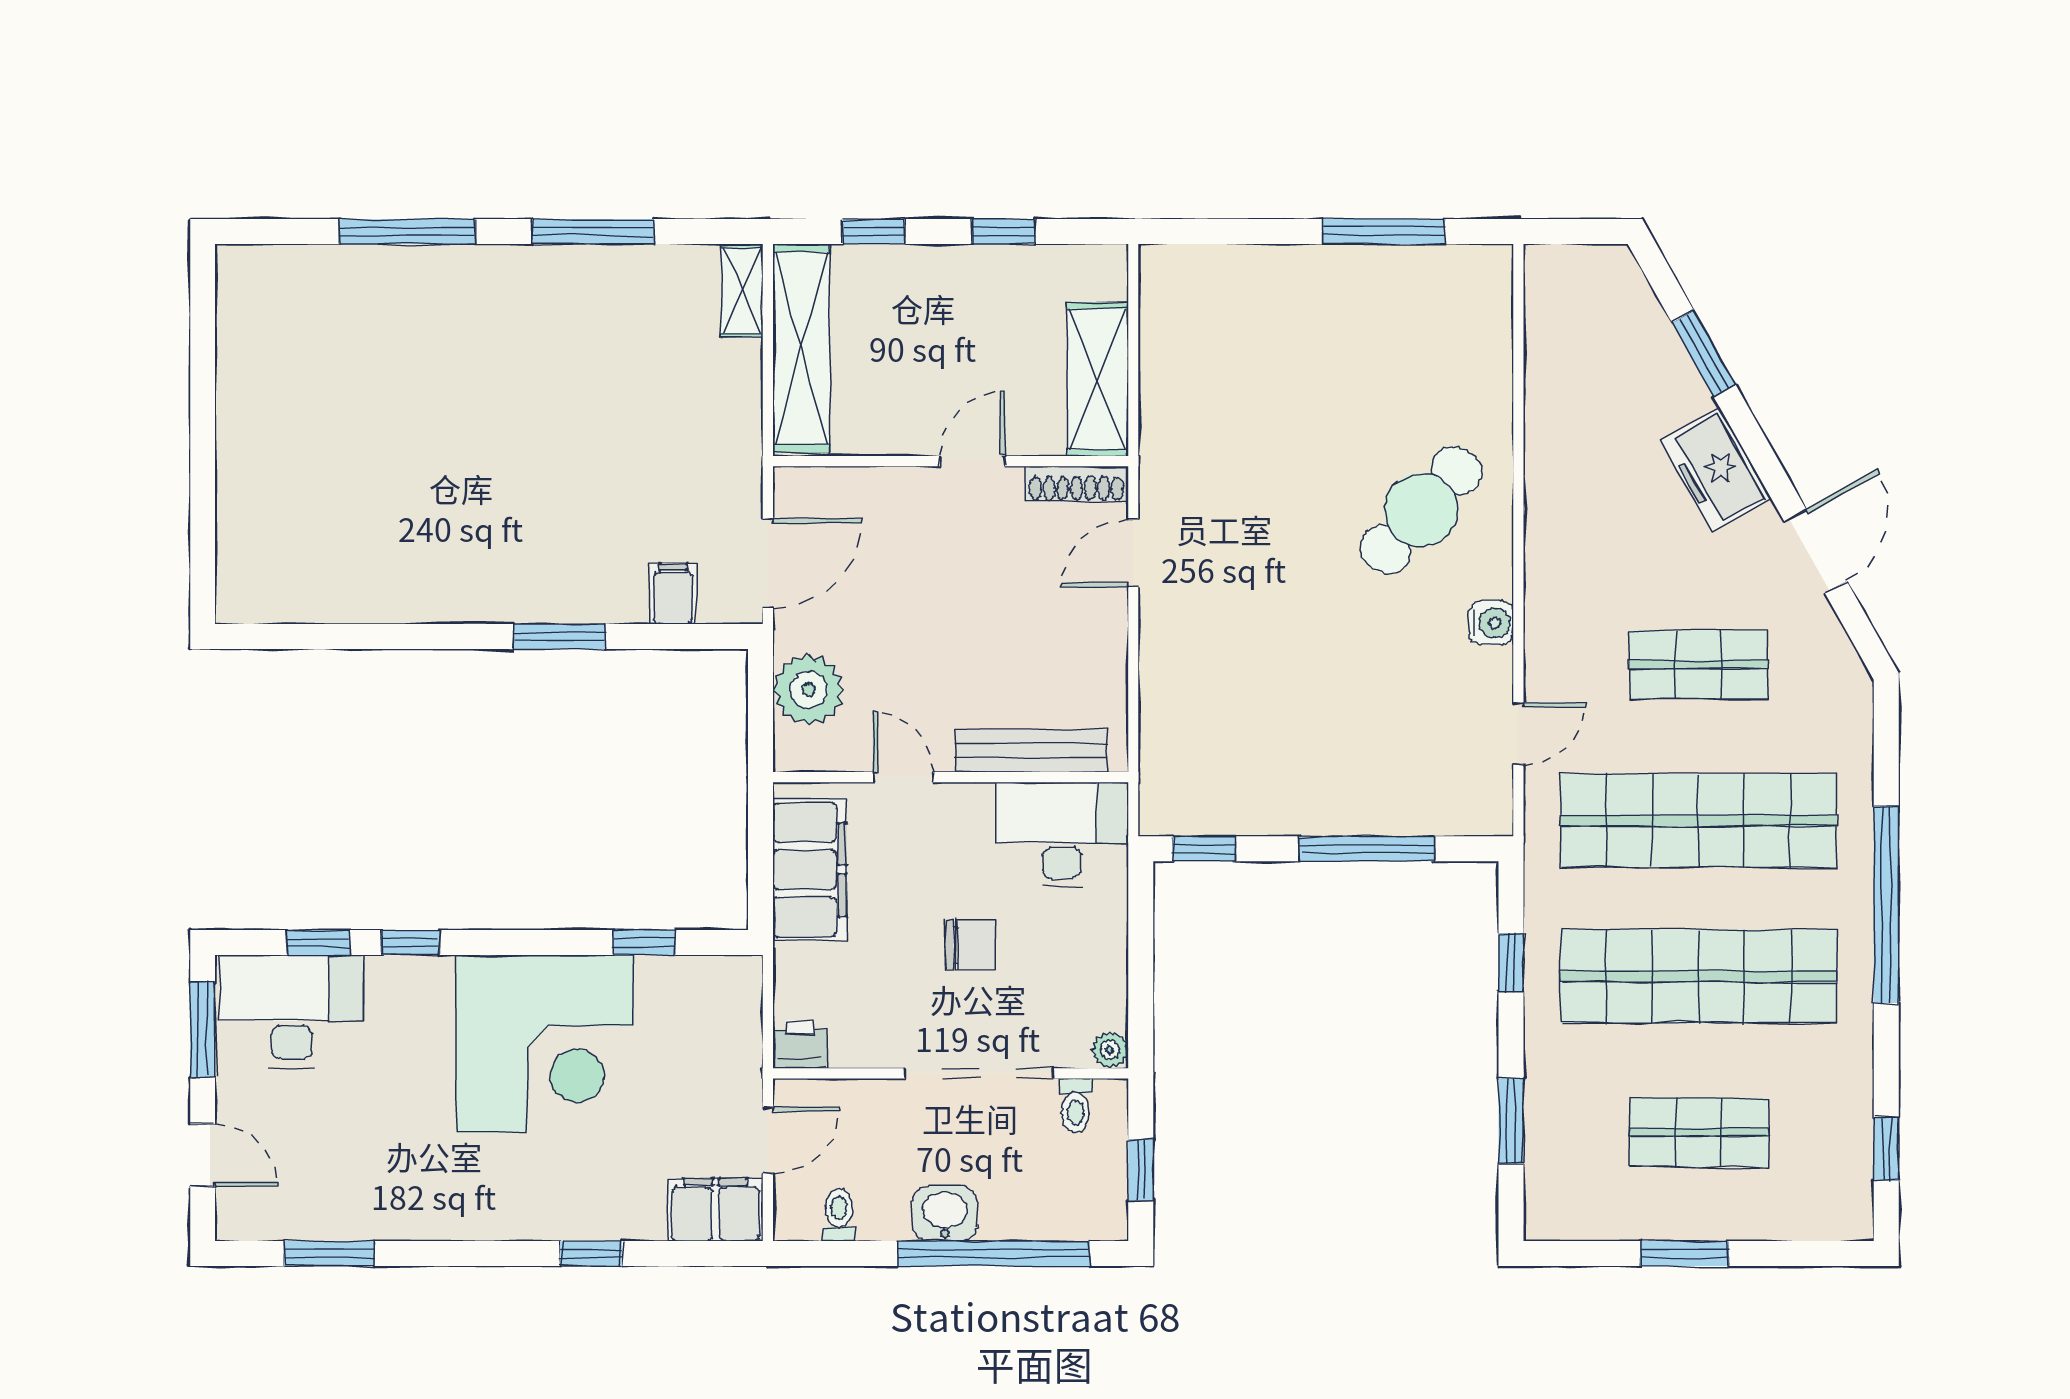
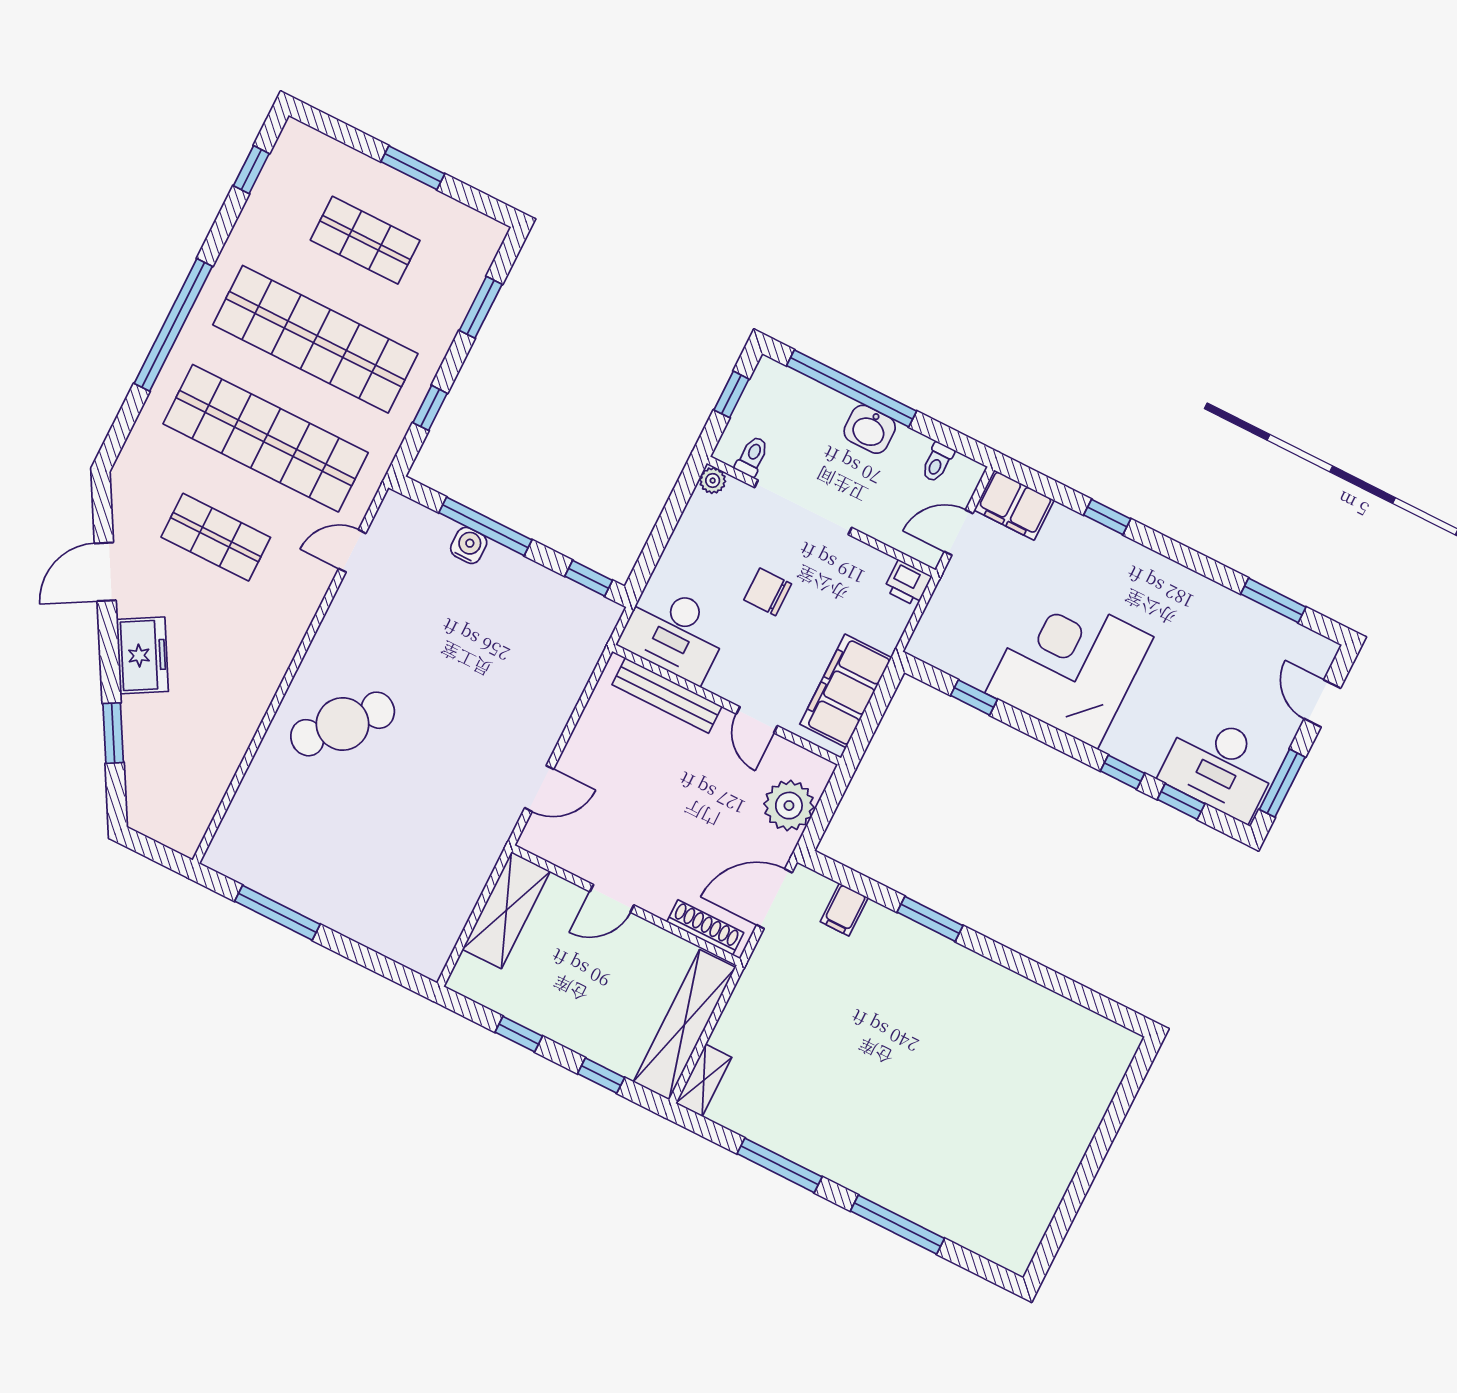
shoe rack: (1077, 484) -> (705, 927), moved
water cooler: (1491, 623) -> (469, 545), moved, turned 90

